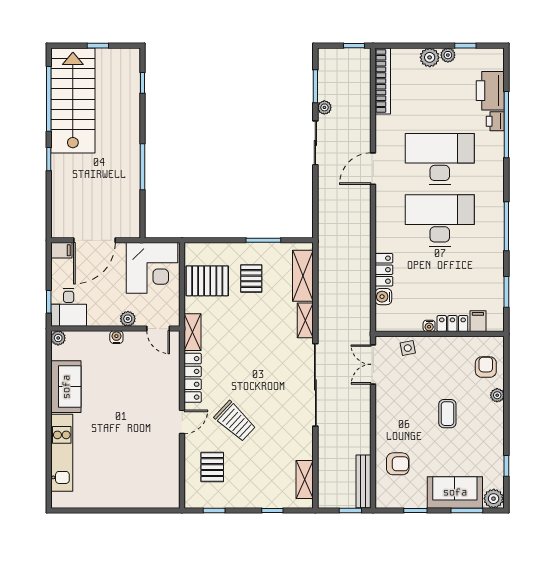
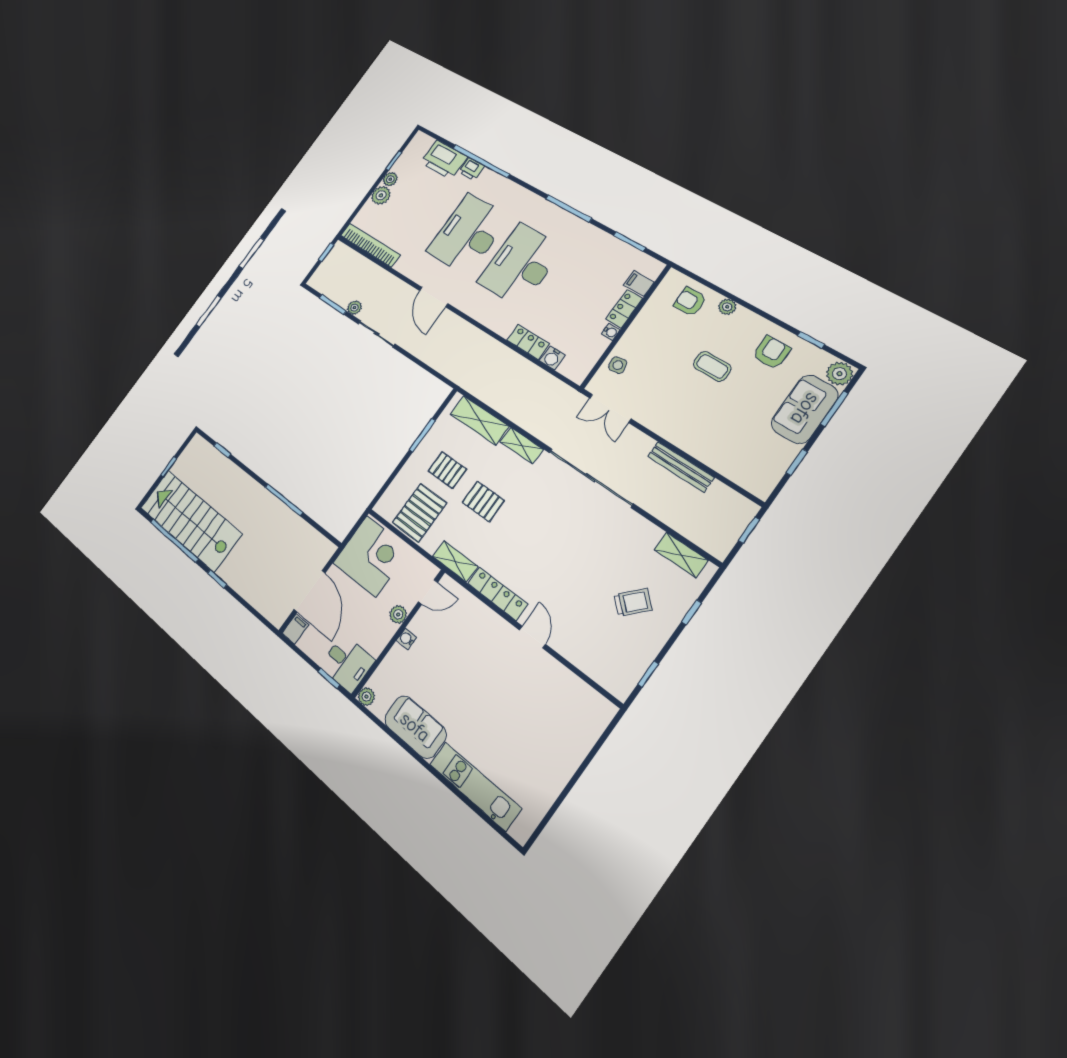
trolley: (235, 421) -> (633, 602), moved, width x0.73, depth x0.72
armchair: (398, 464) -> (771, 352), moved
pallet: (212, 467) -> (483, 501), moved
bench: (363, 481) -> (681, 467), moved

